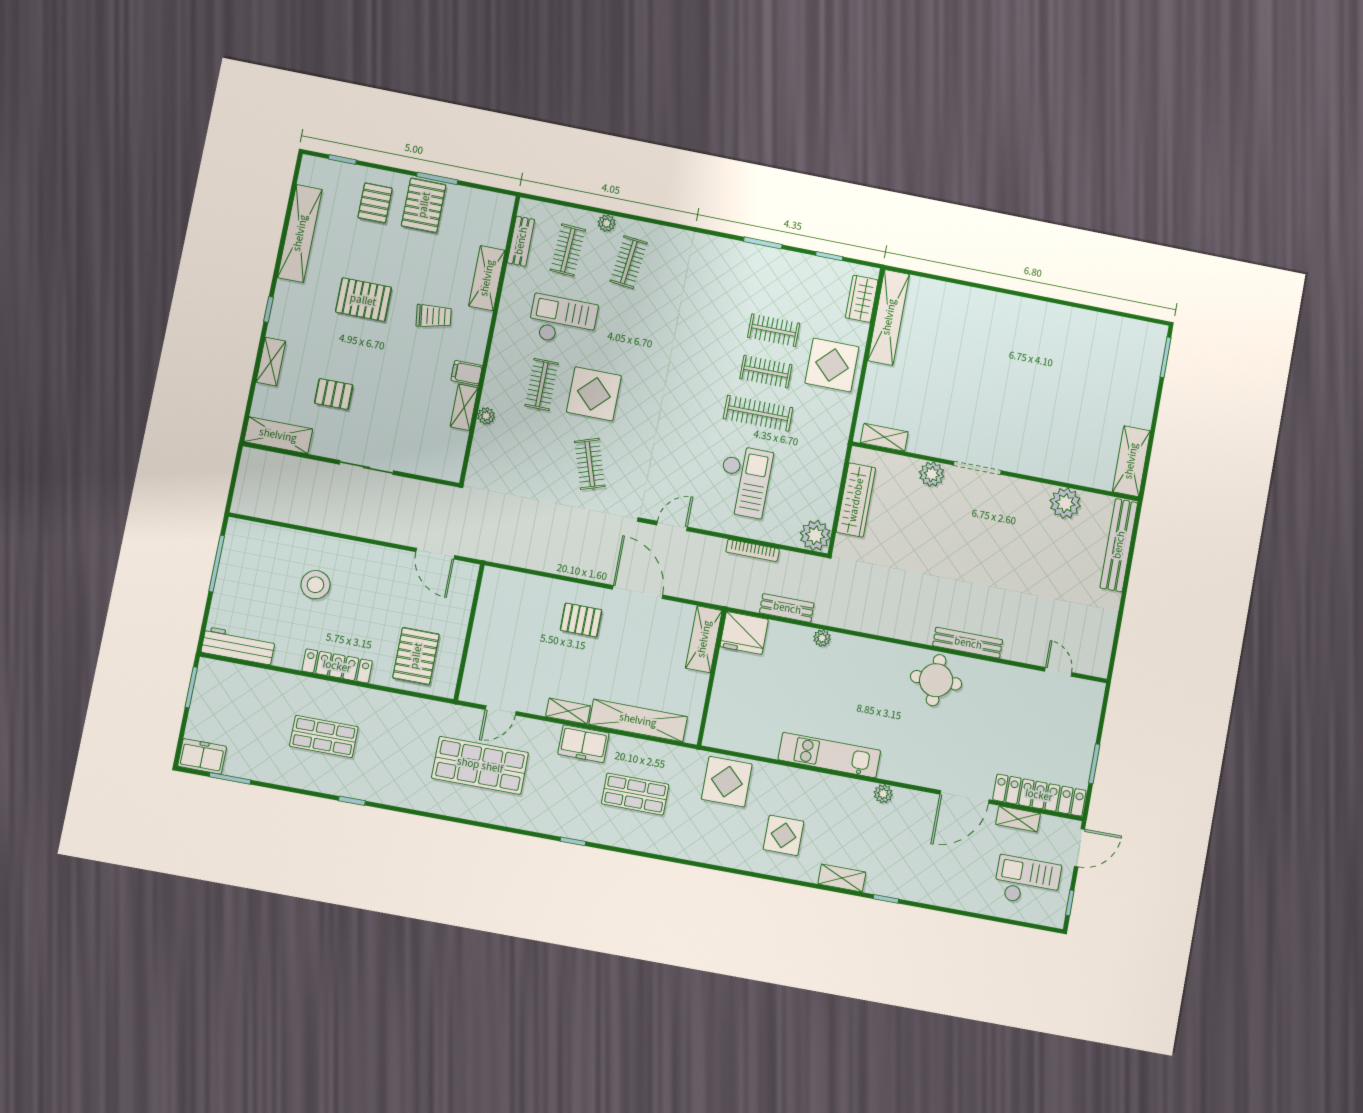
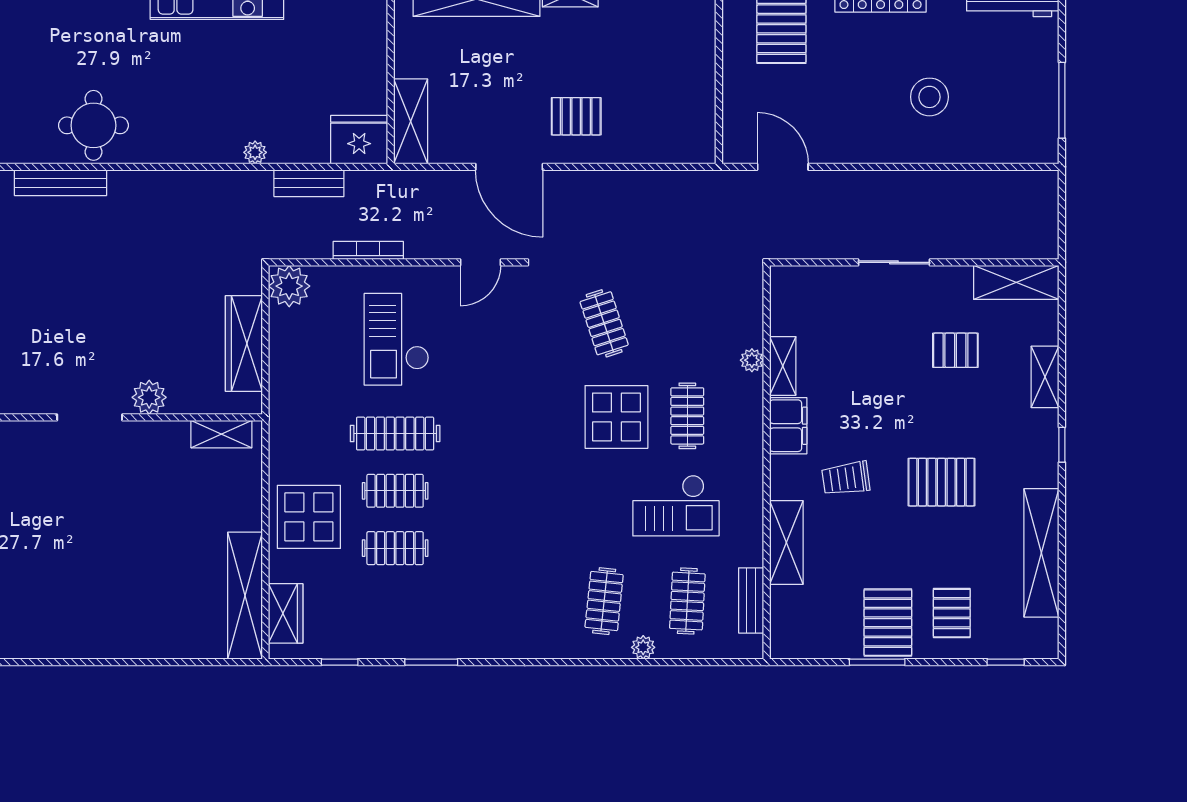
filing cabinet: (467, 373) -> (788, 426), width x2.00

